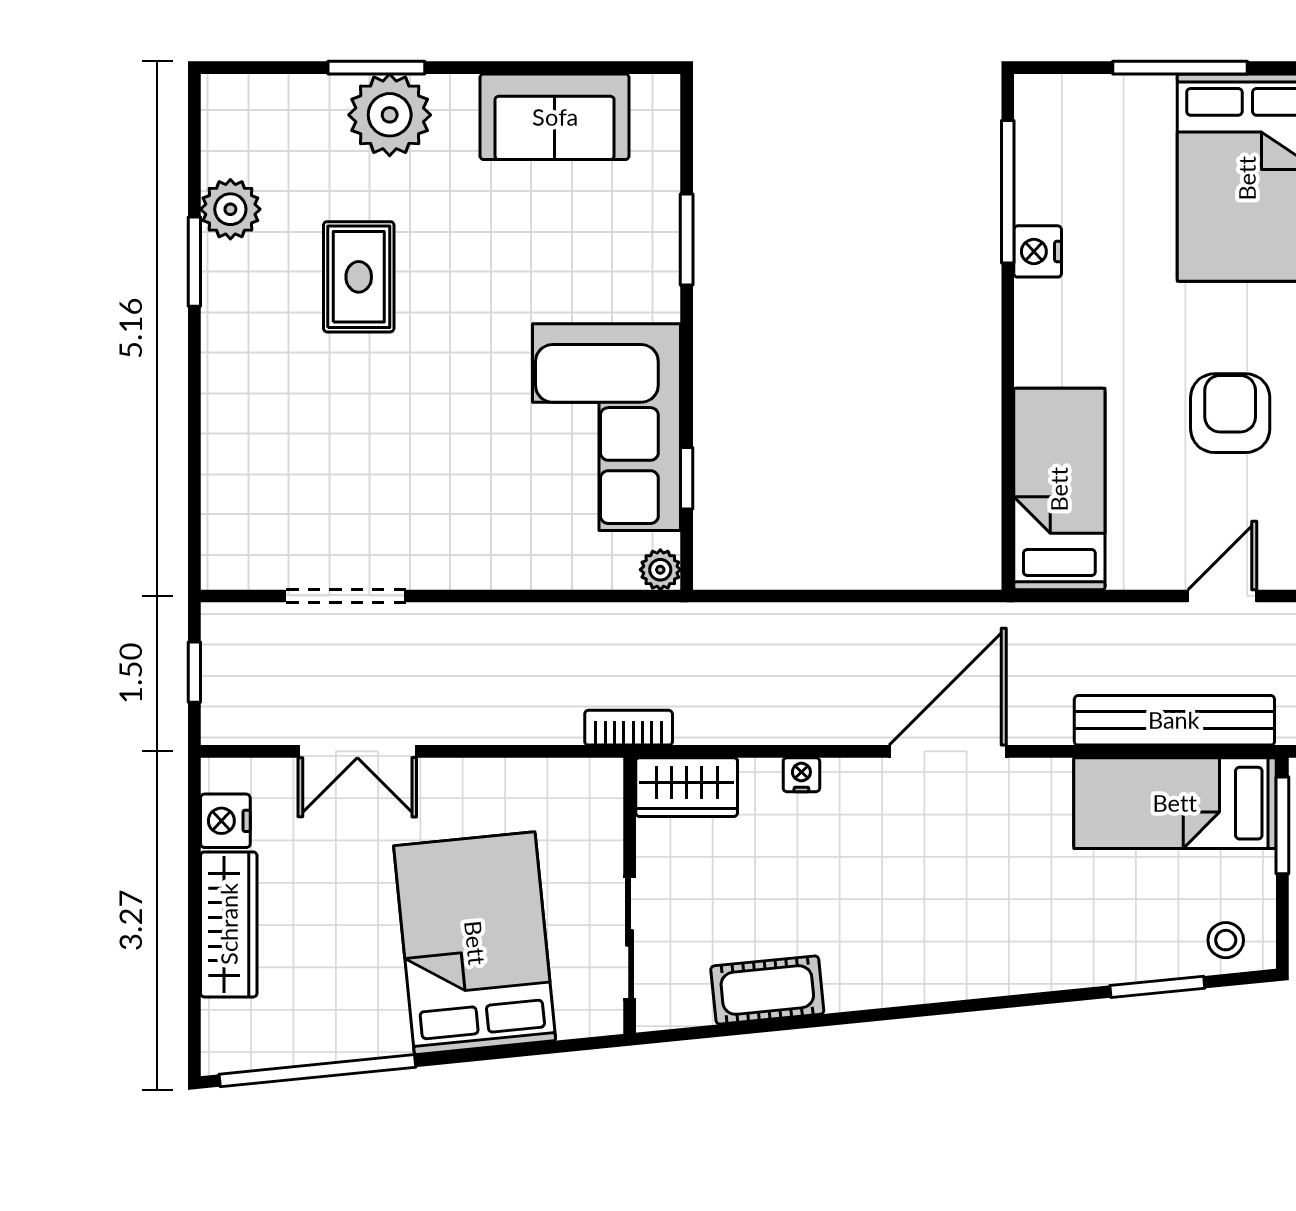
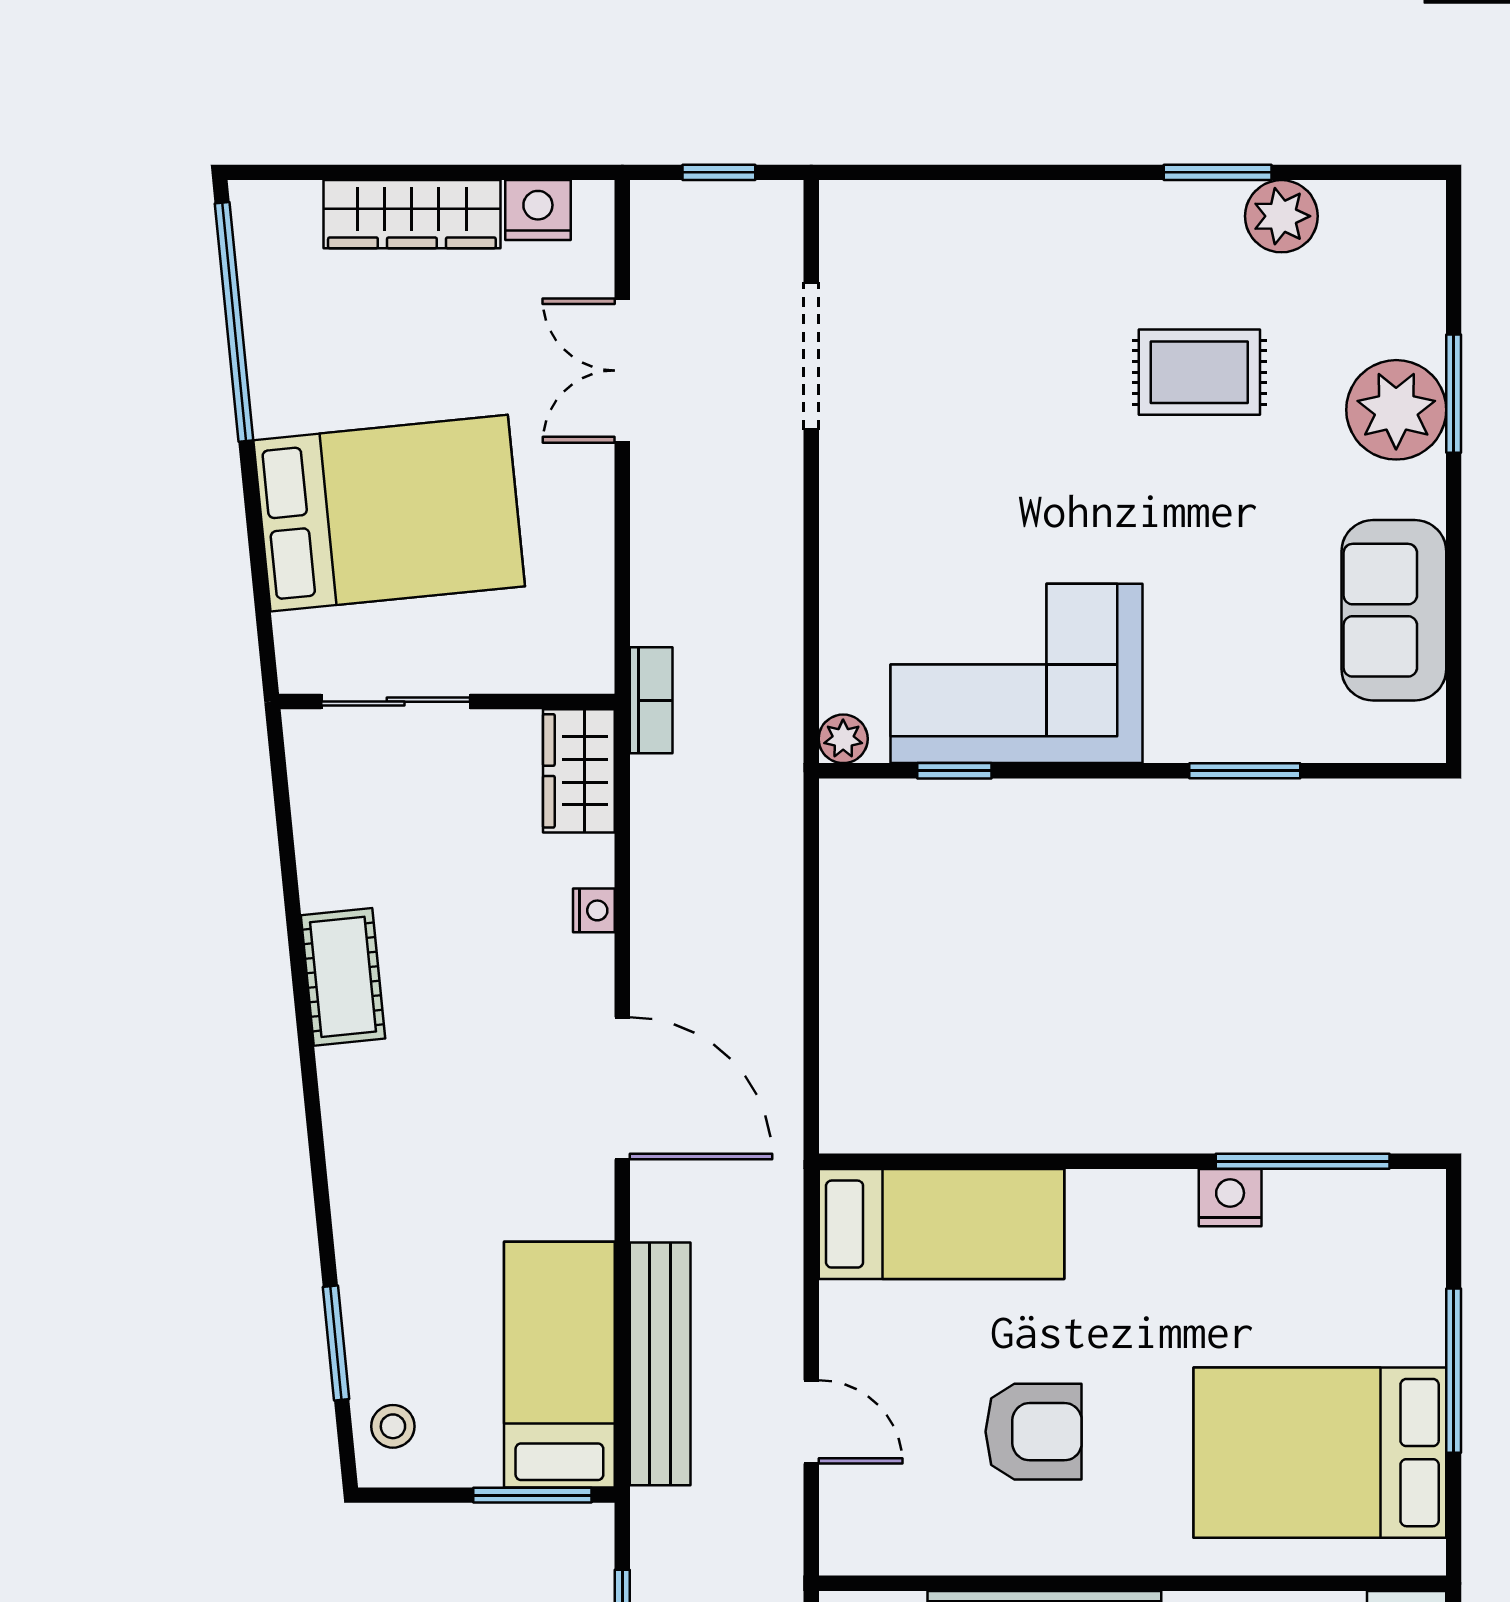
cot: (767, 990) -> (343, 977), moved

